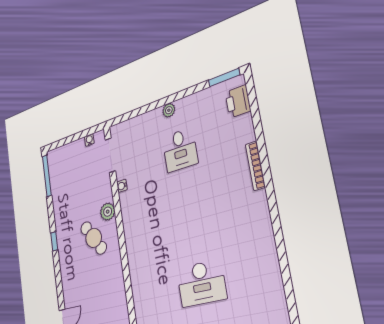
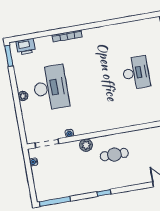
desk: (180, 150) -> (51, 88), width x1.87, depth x1.30
cafe table: (94, 238) -> (114, 155), moved, turned 33

